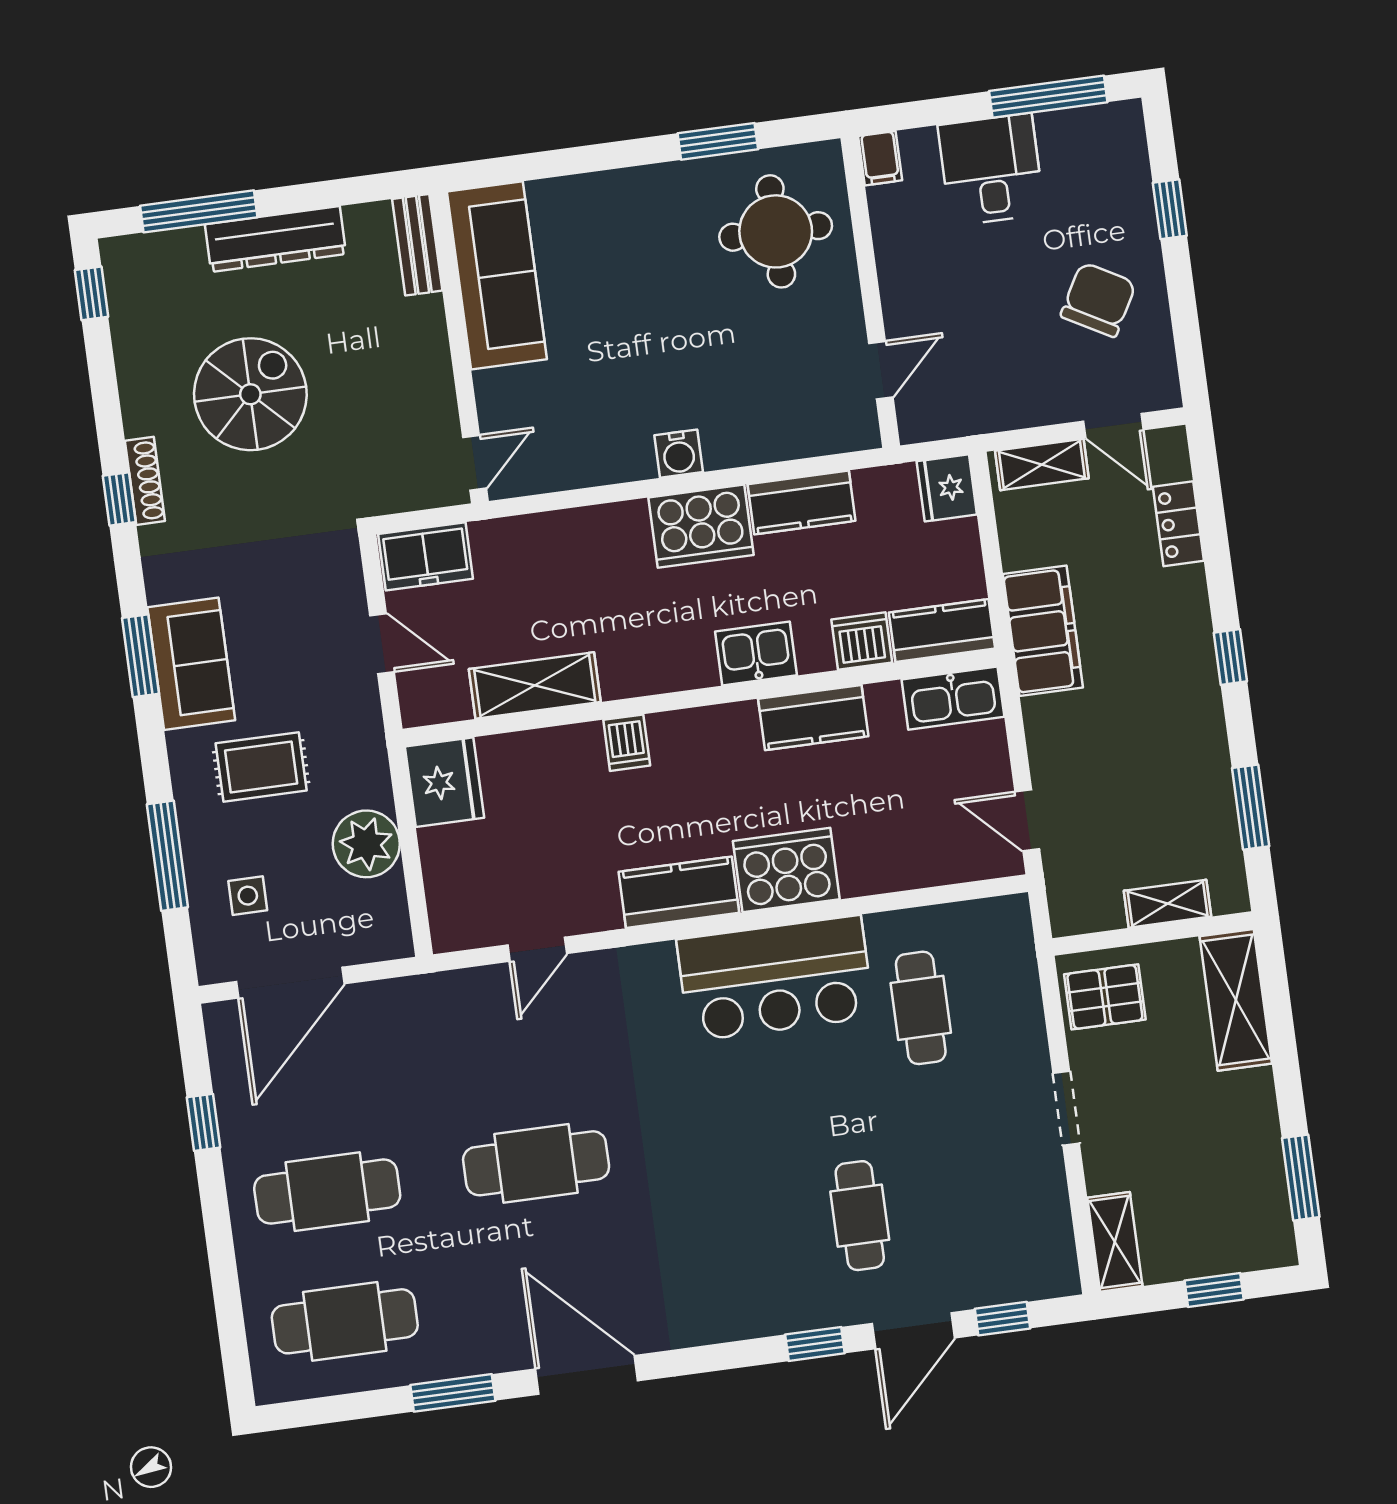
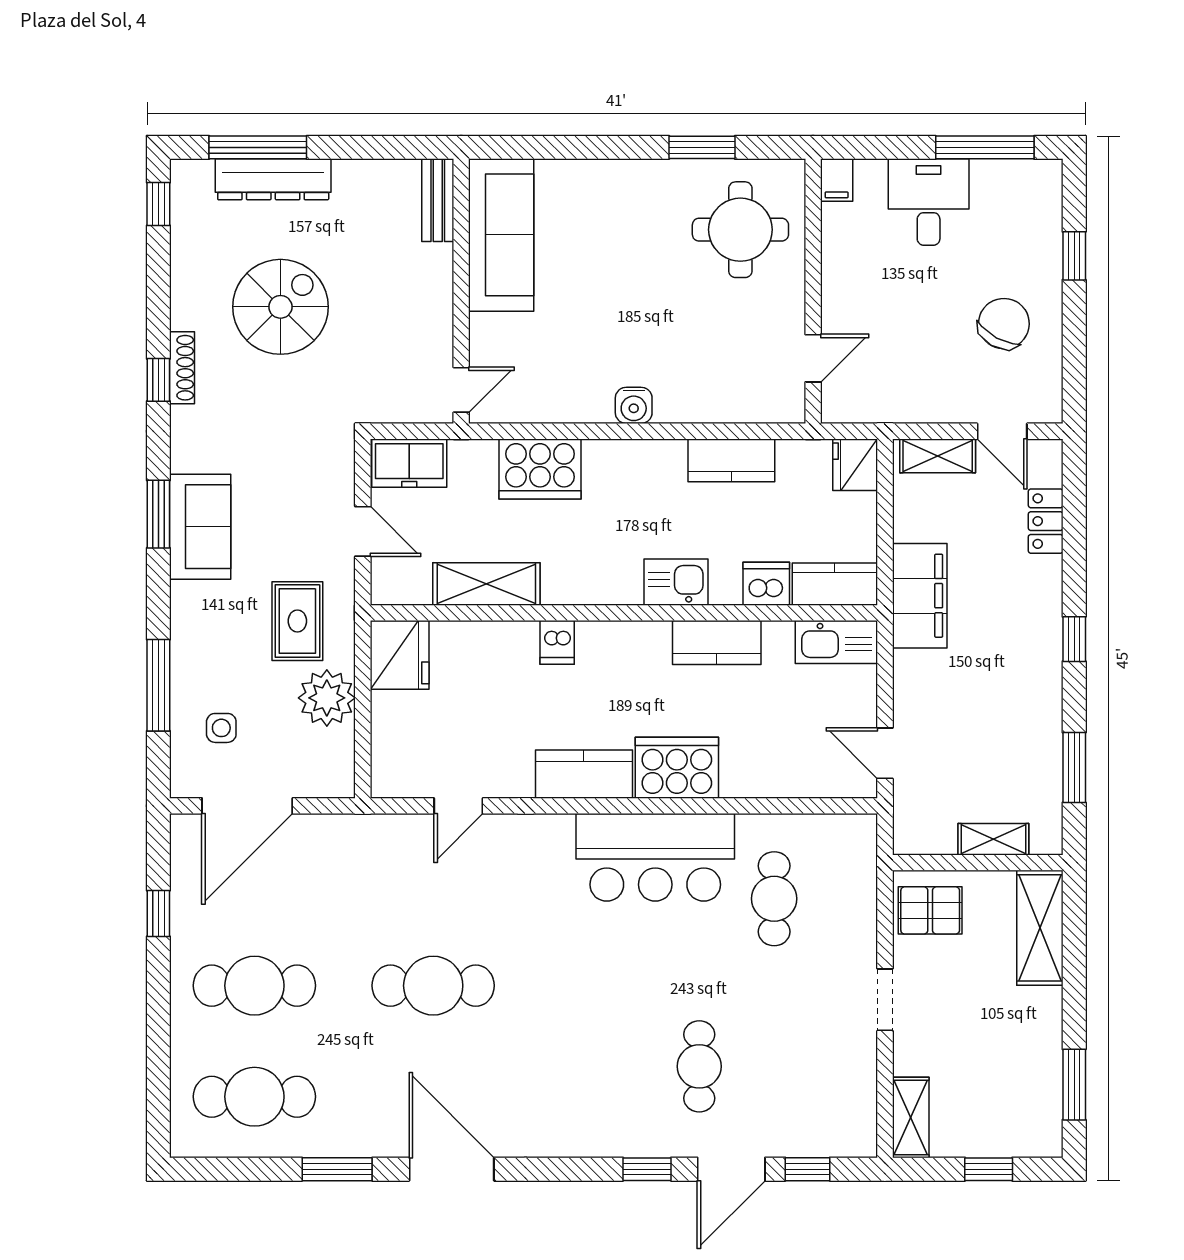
dresser: (275, 239) -> (273, 179), moved
cooker: (701, 526) -> (540, 469), moved
rug: (261, 767) -> (297, 621), moved, turned 90

